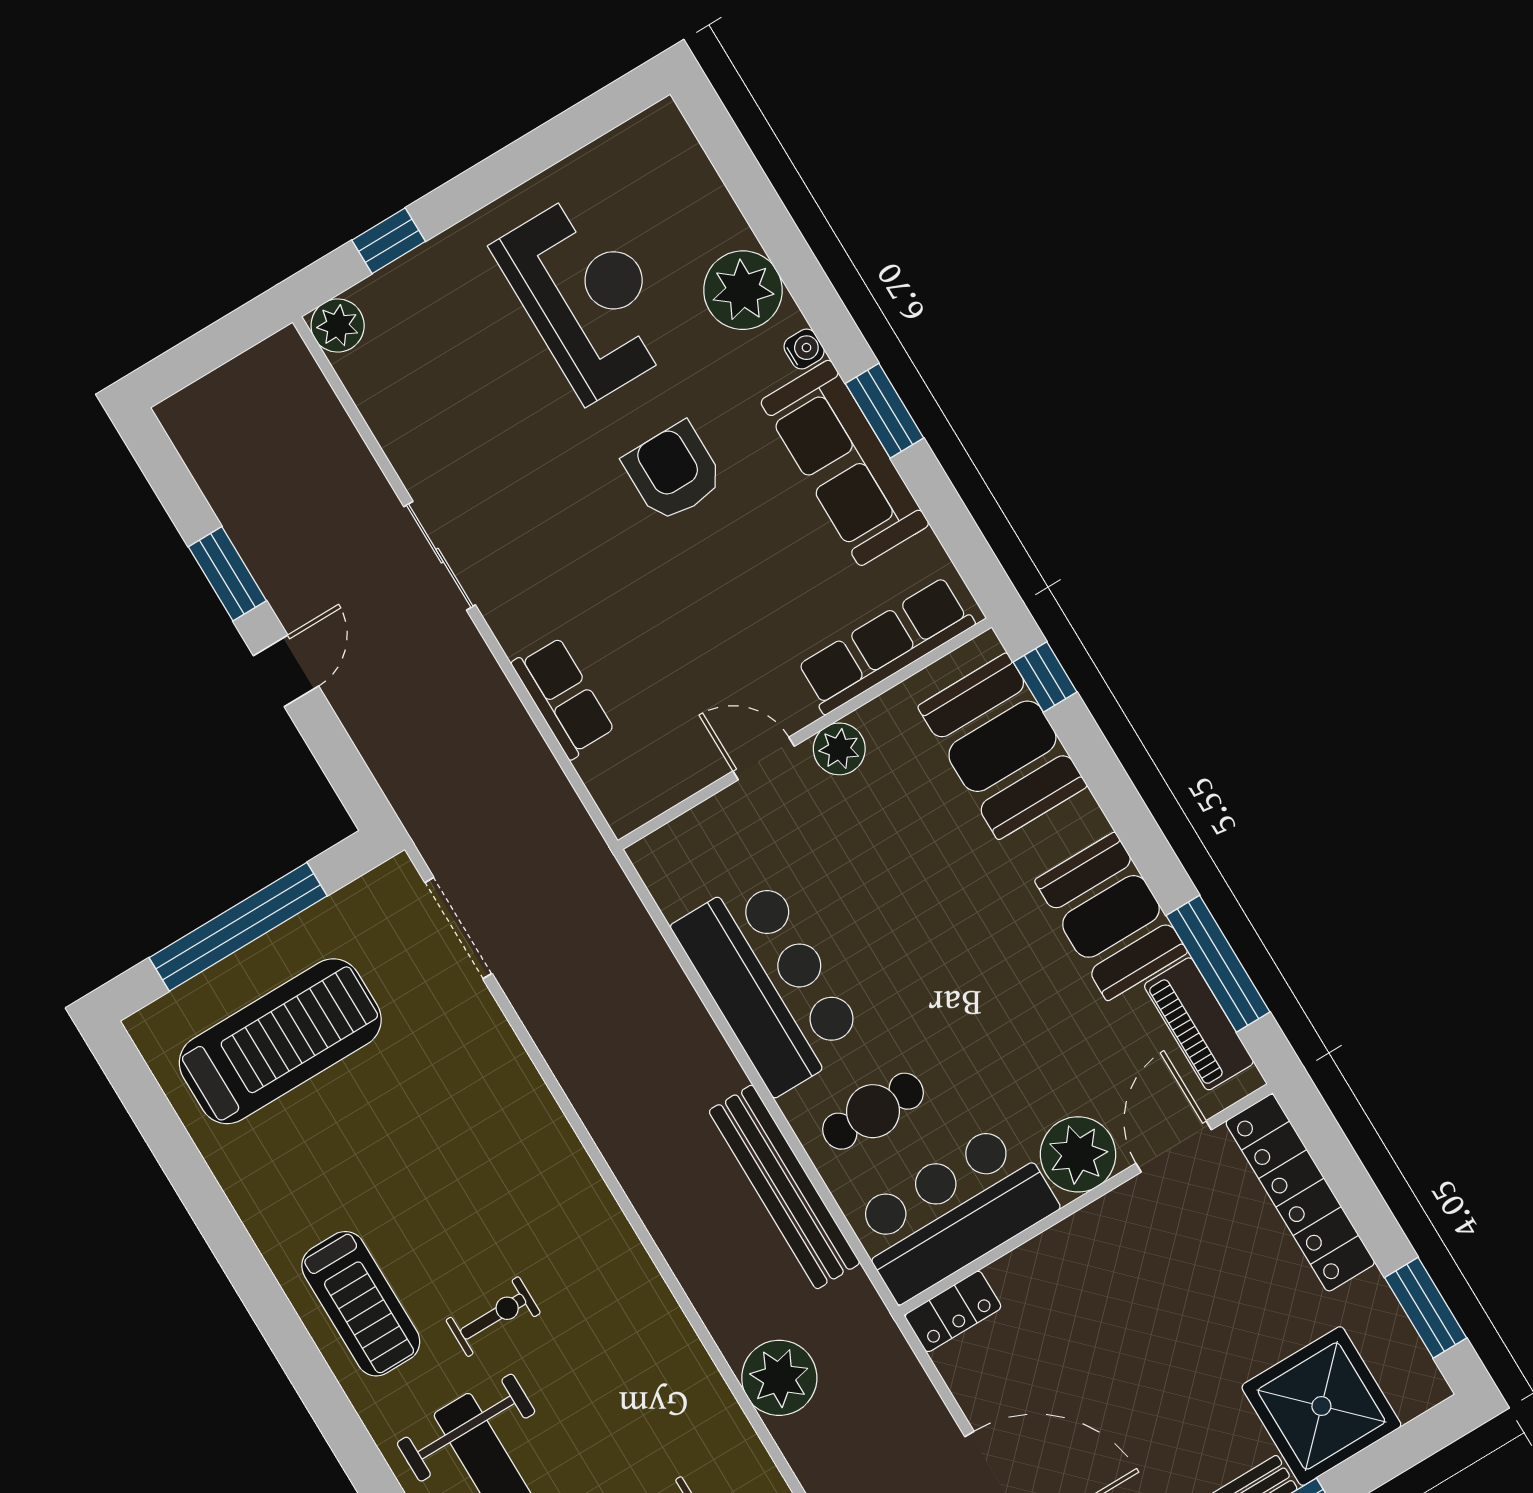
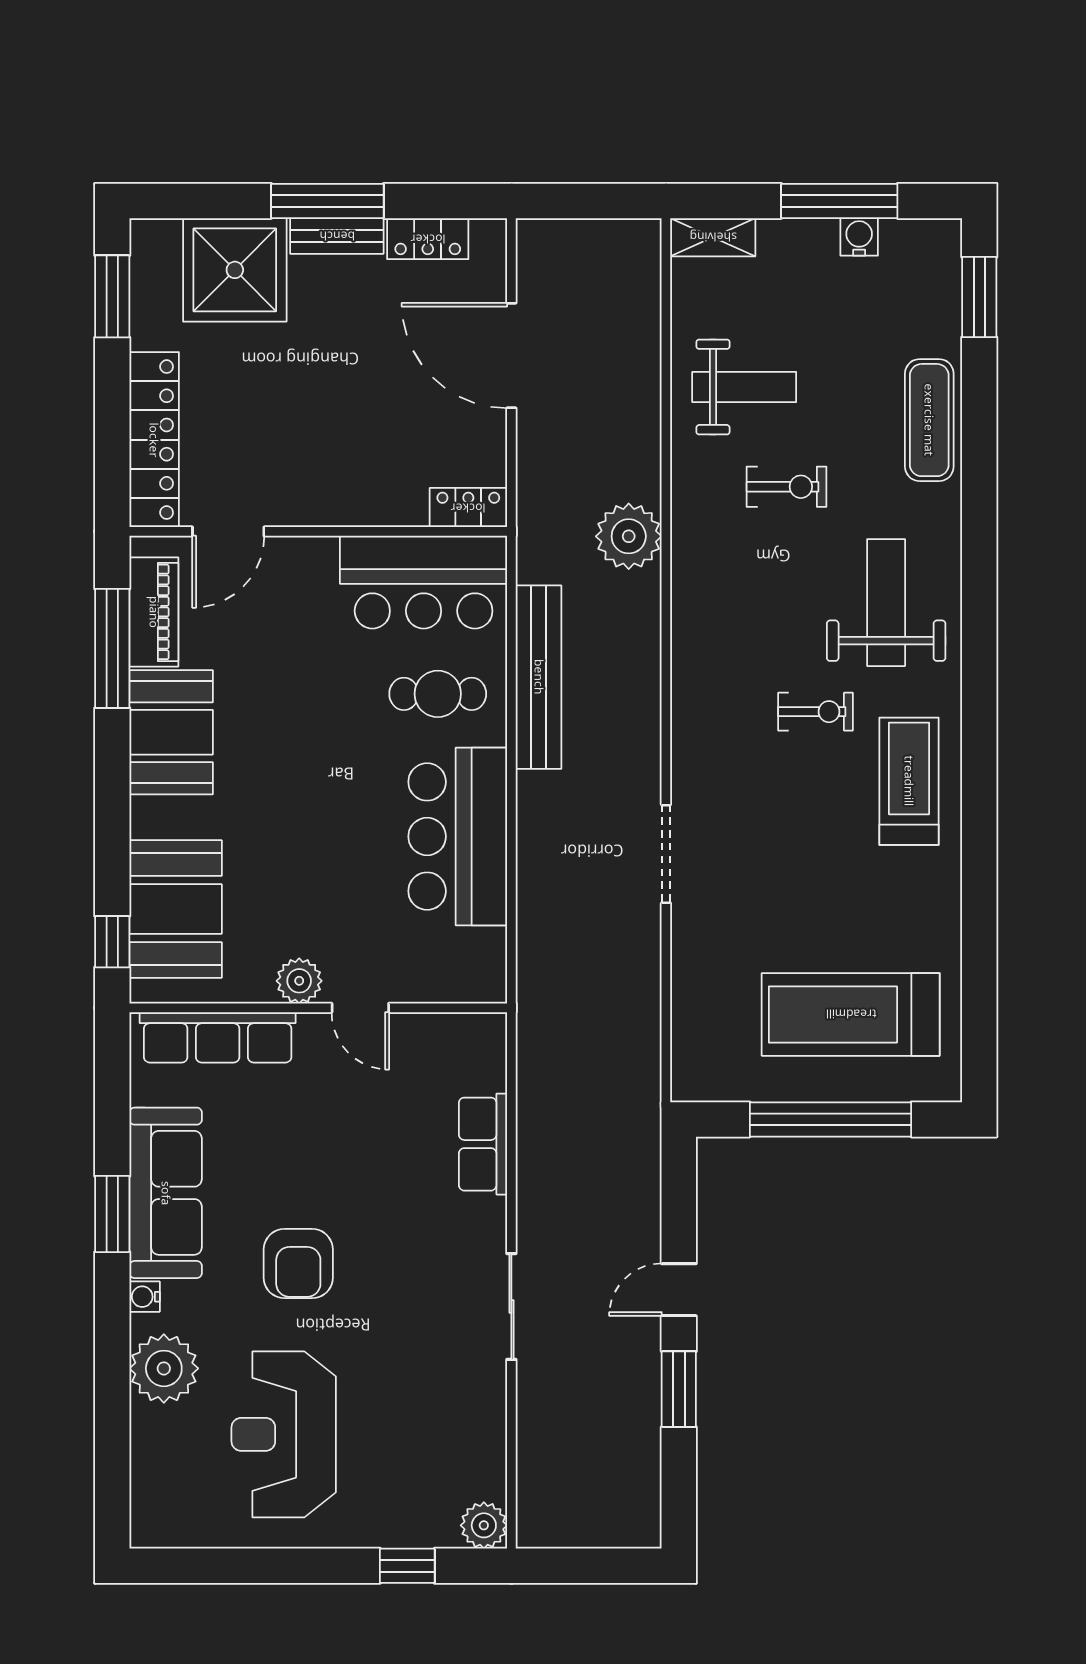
doorway: (458, 928) -> (666, 854), moved
plant: (1078, 1154) -> (304, 569), removed
exercise bike: (493, 1317) -> (816, 712), turned 180

